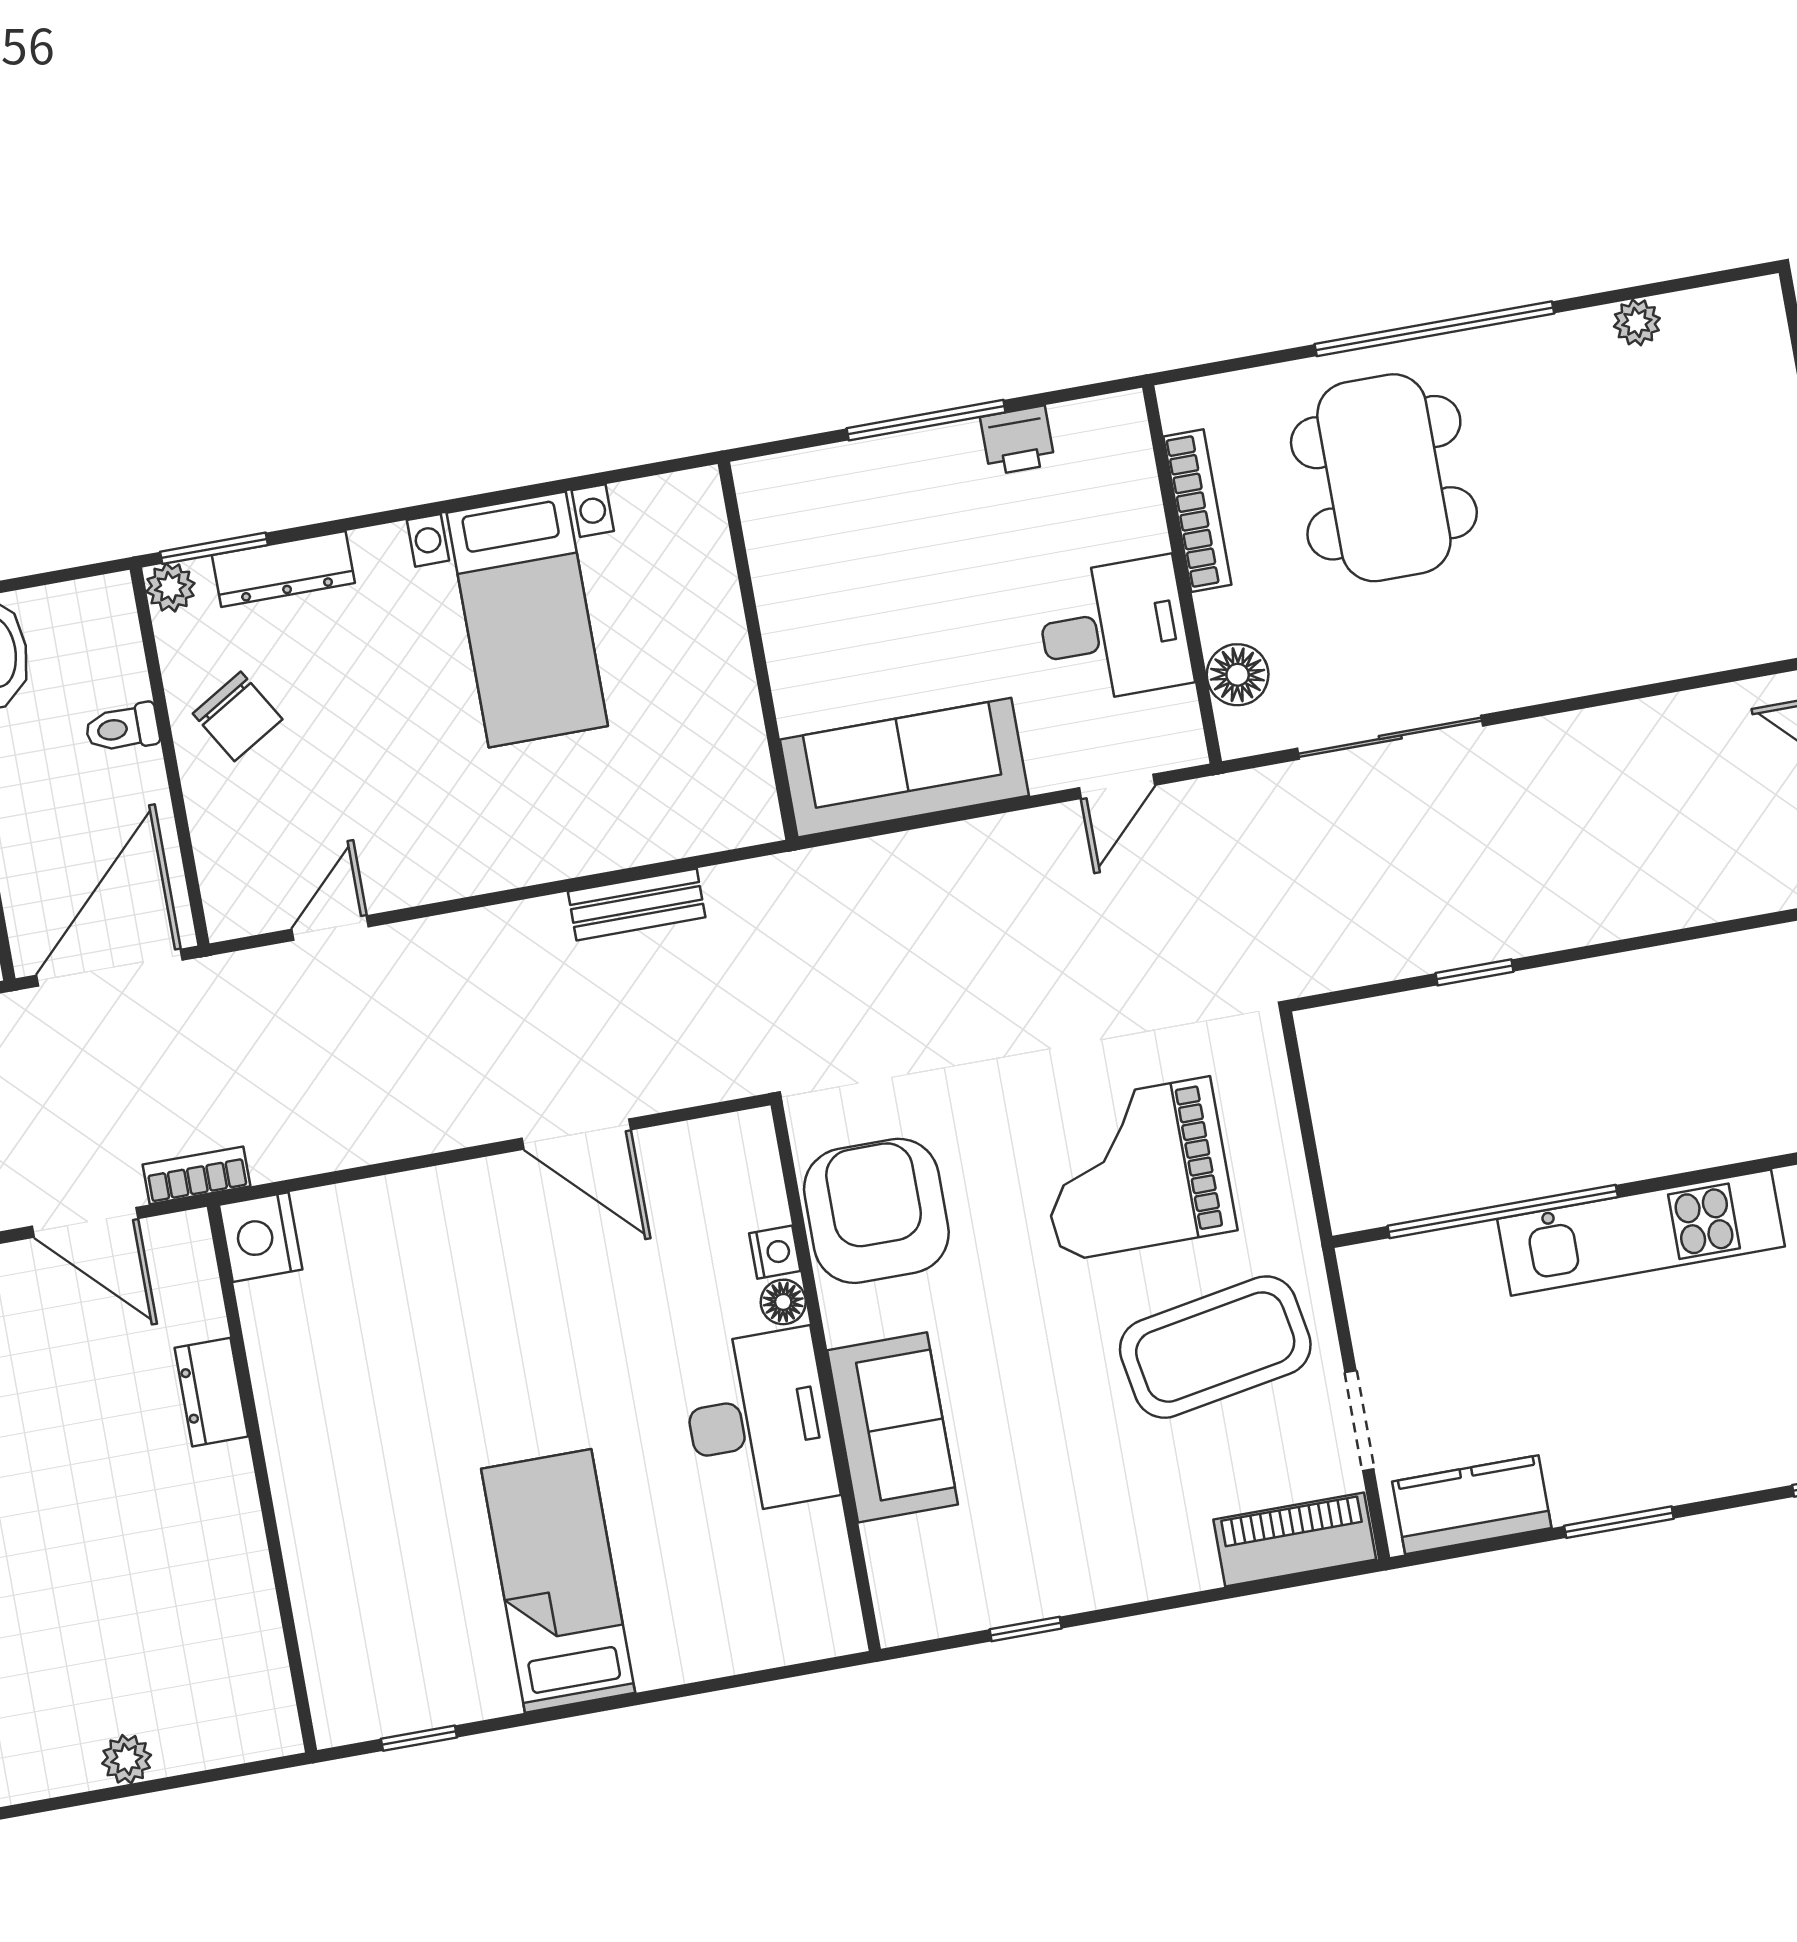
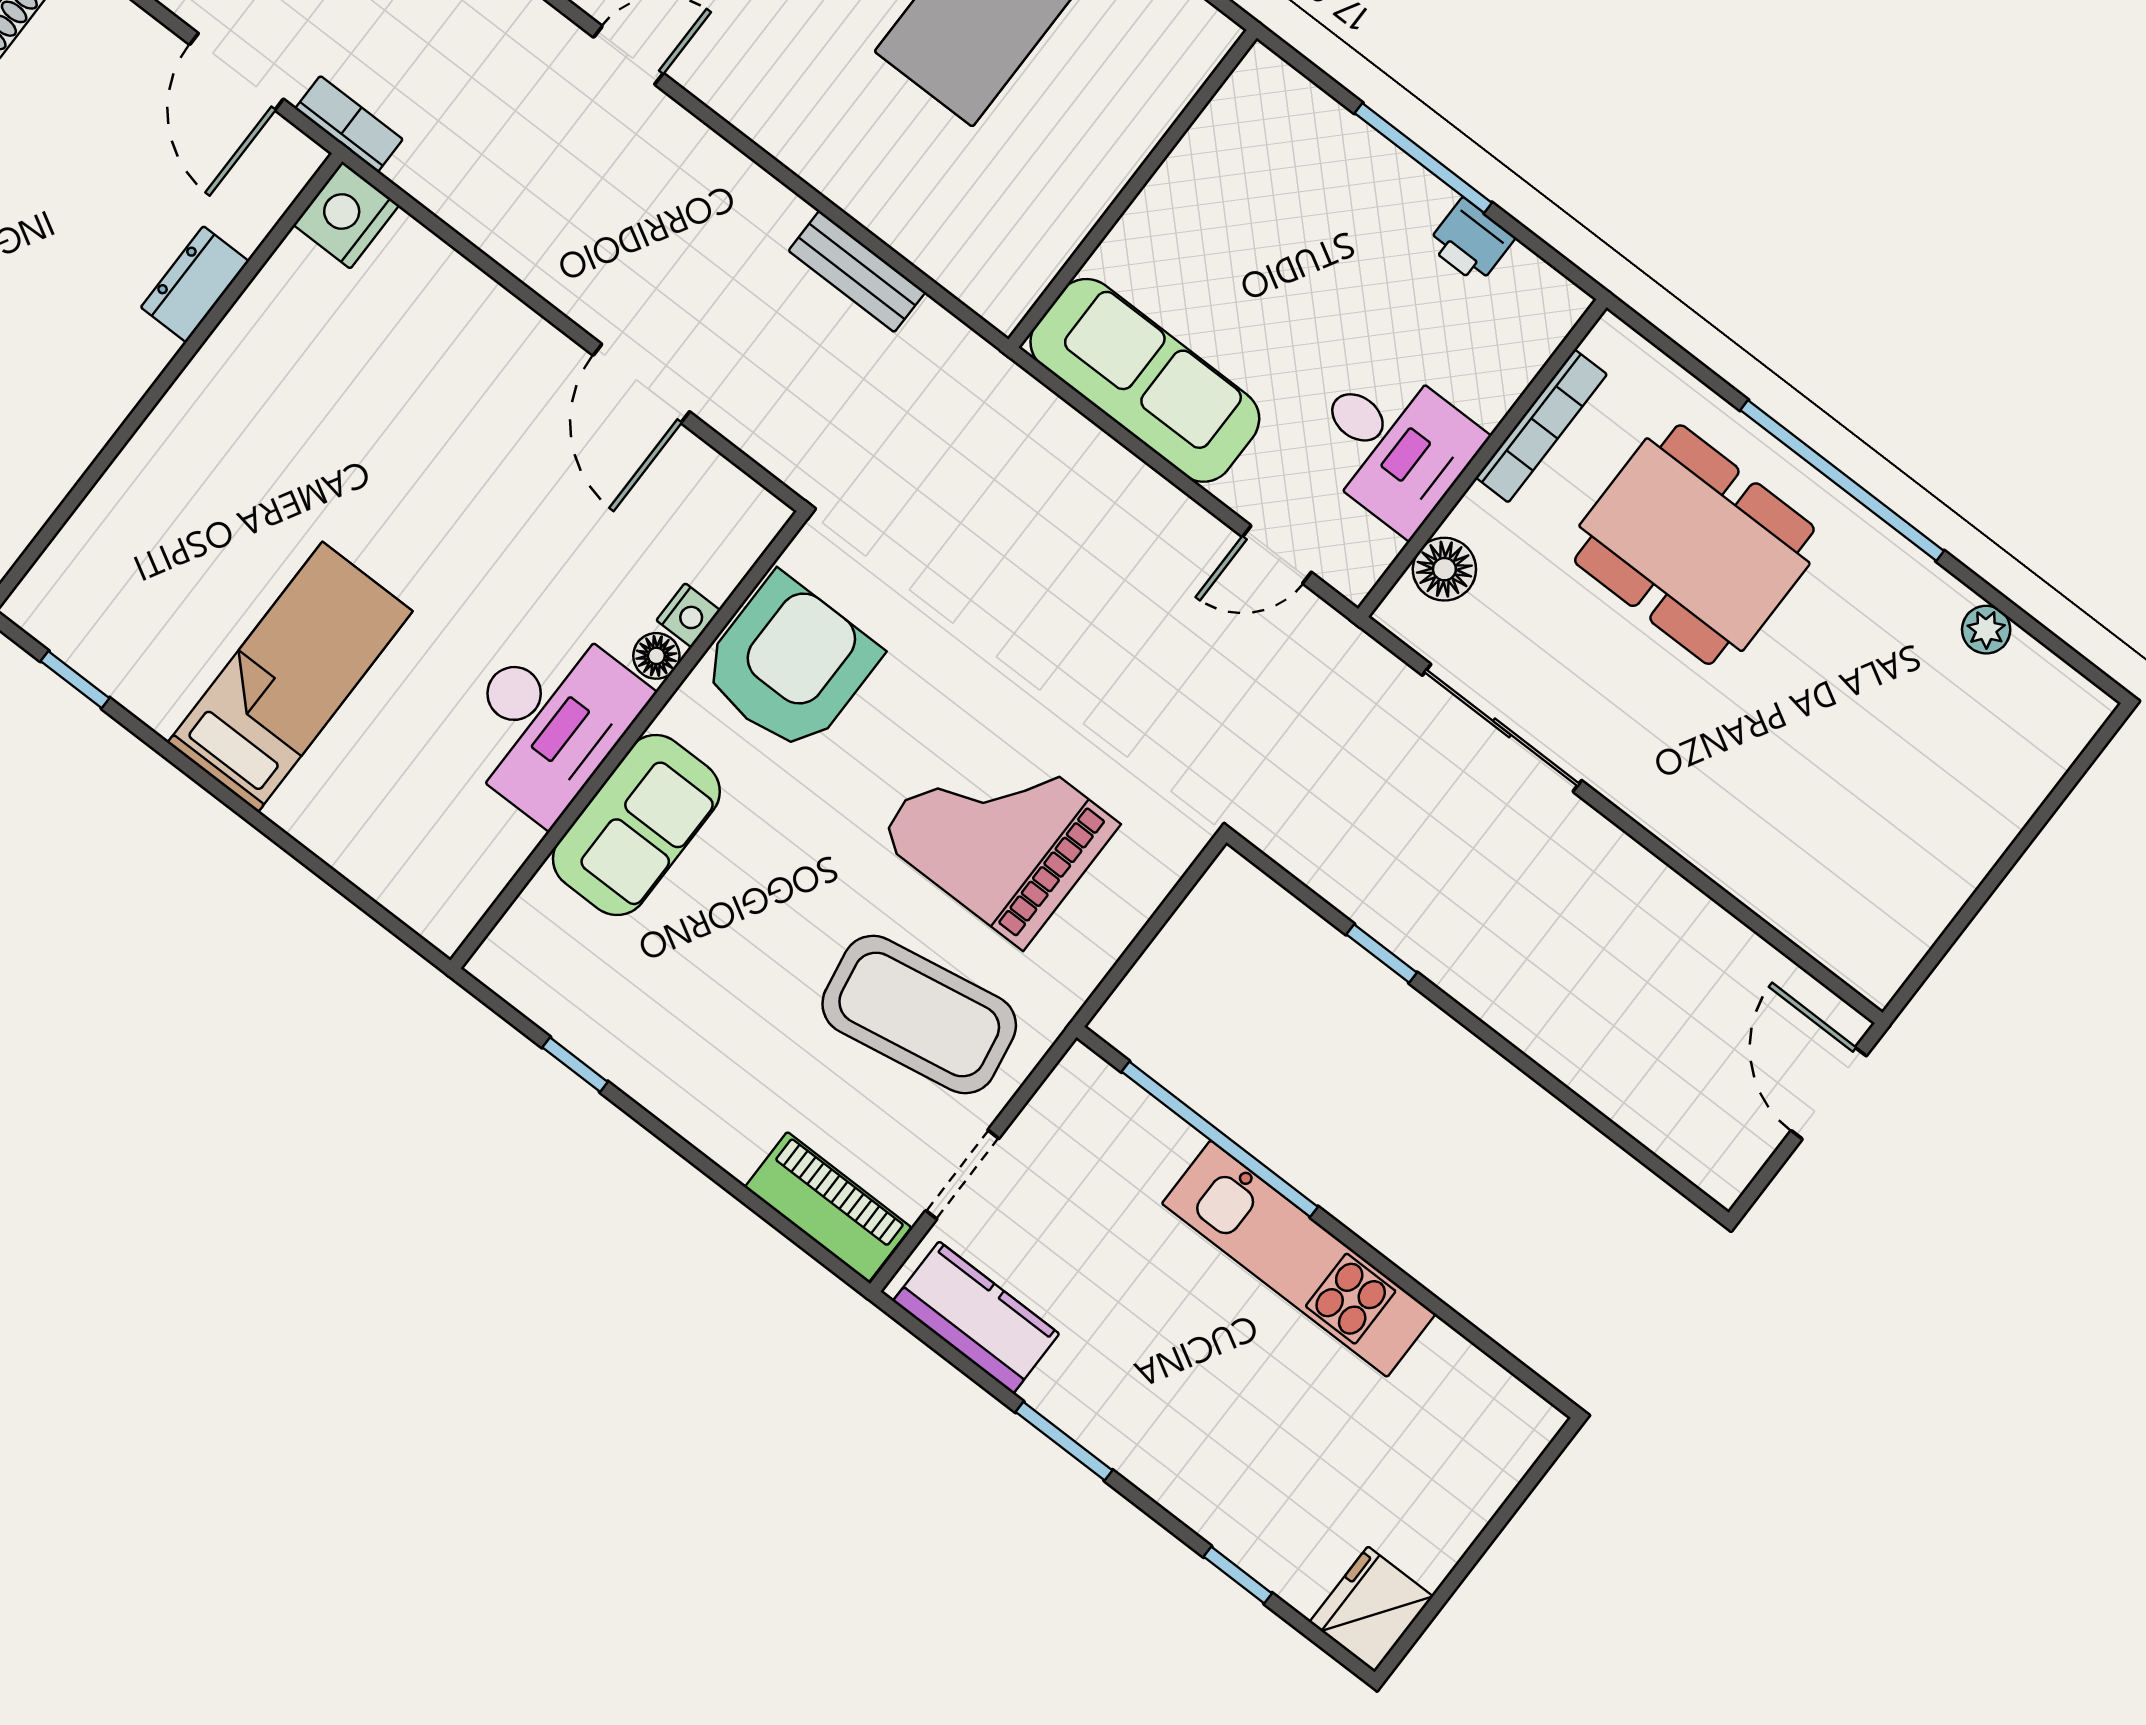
dining table: (1384, 478) -> (1694, 545), turned 90

